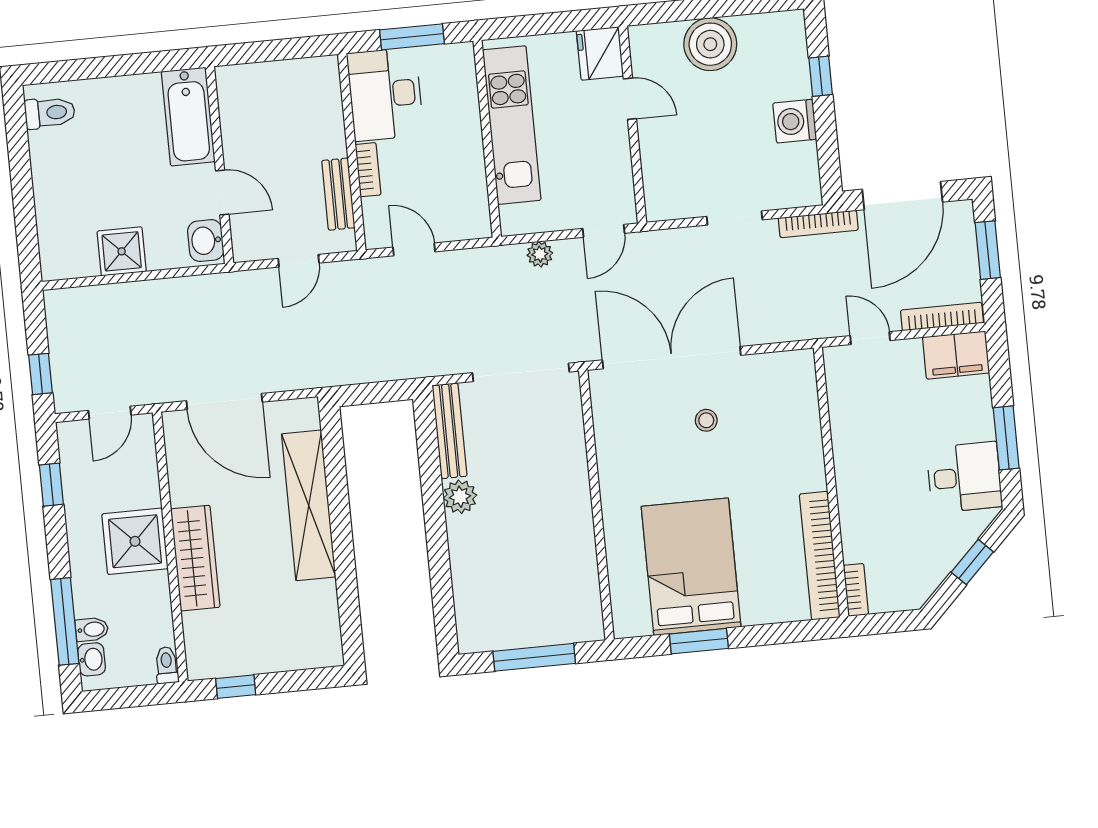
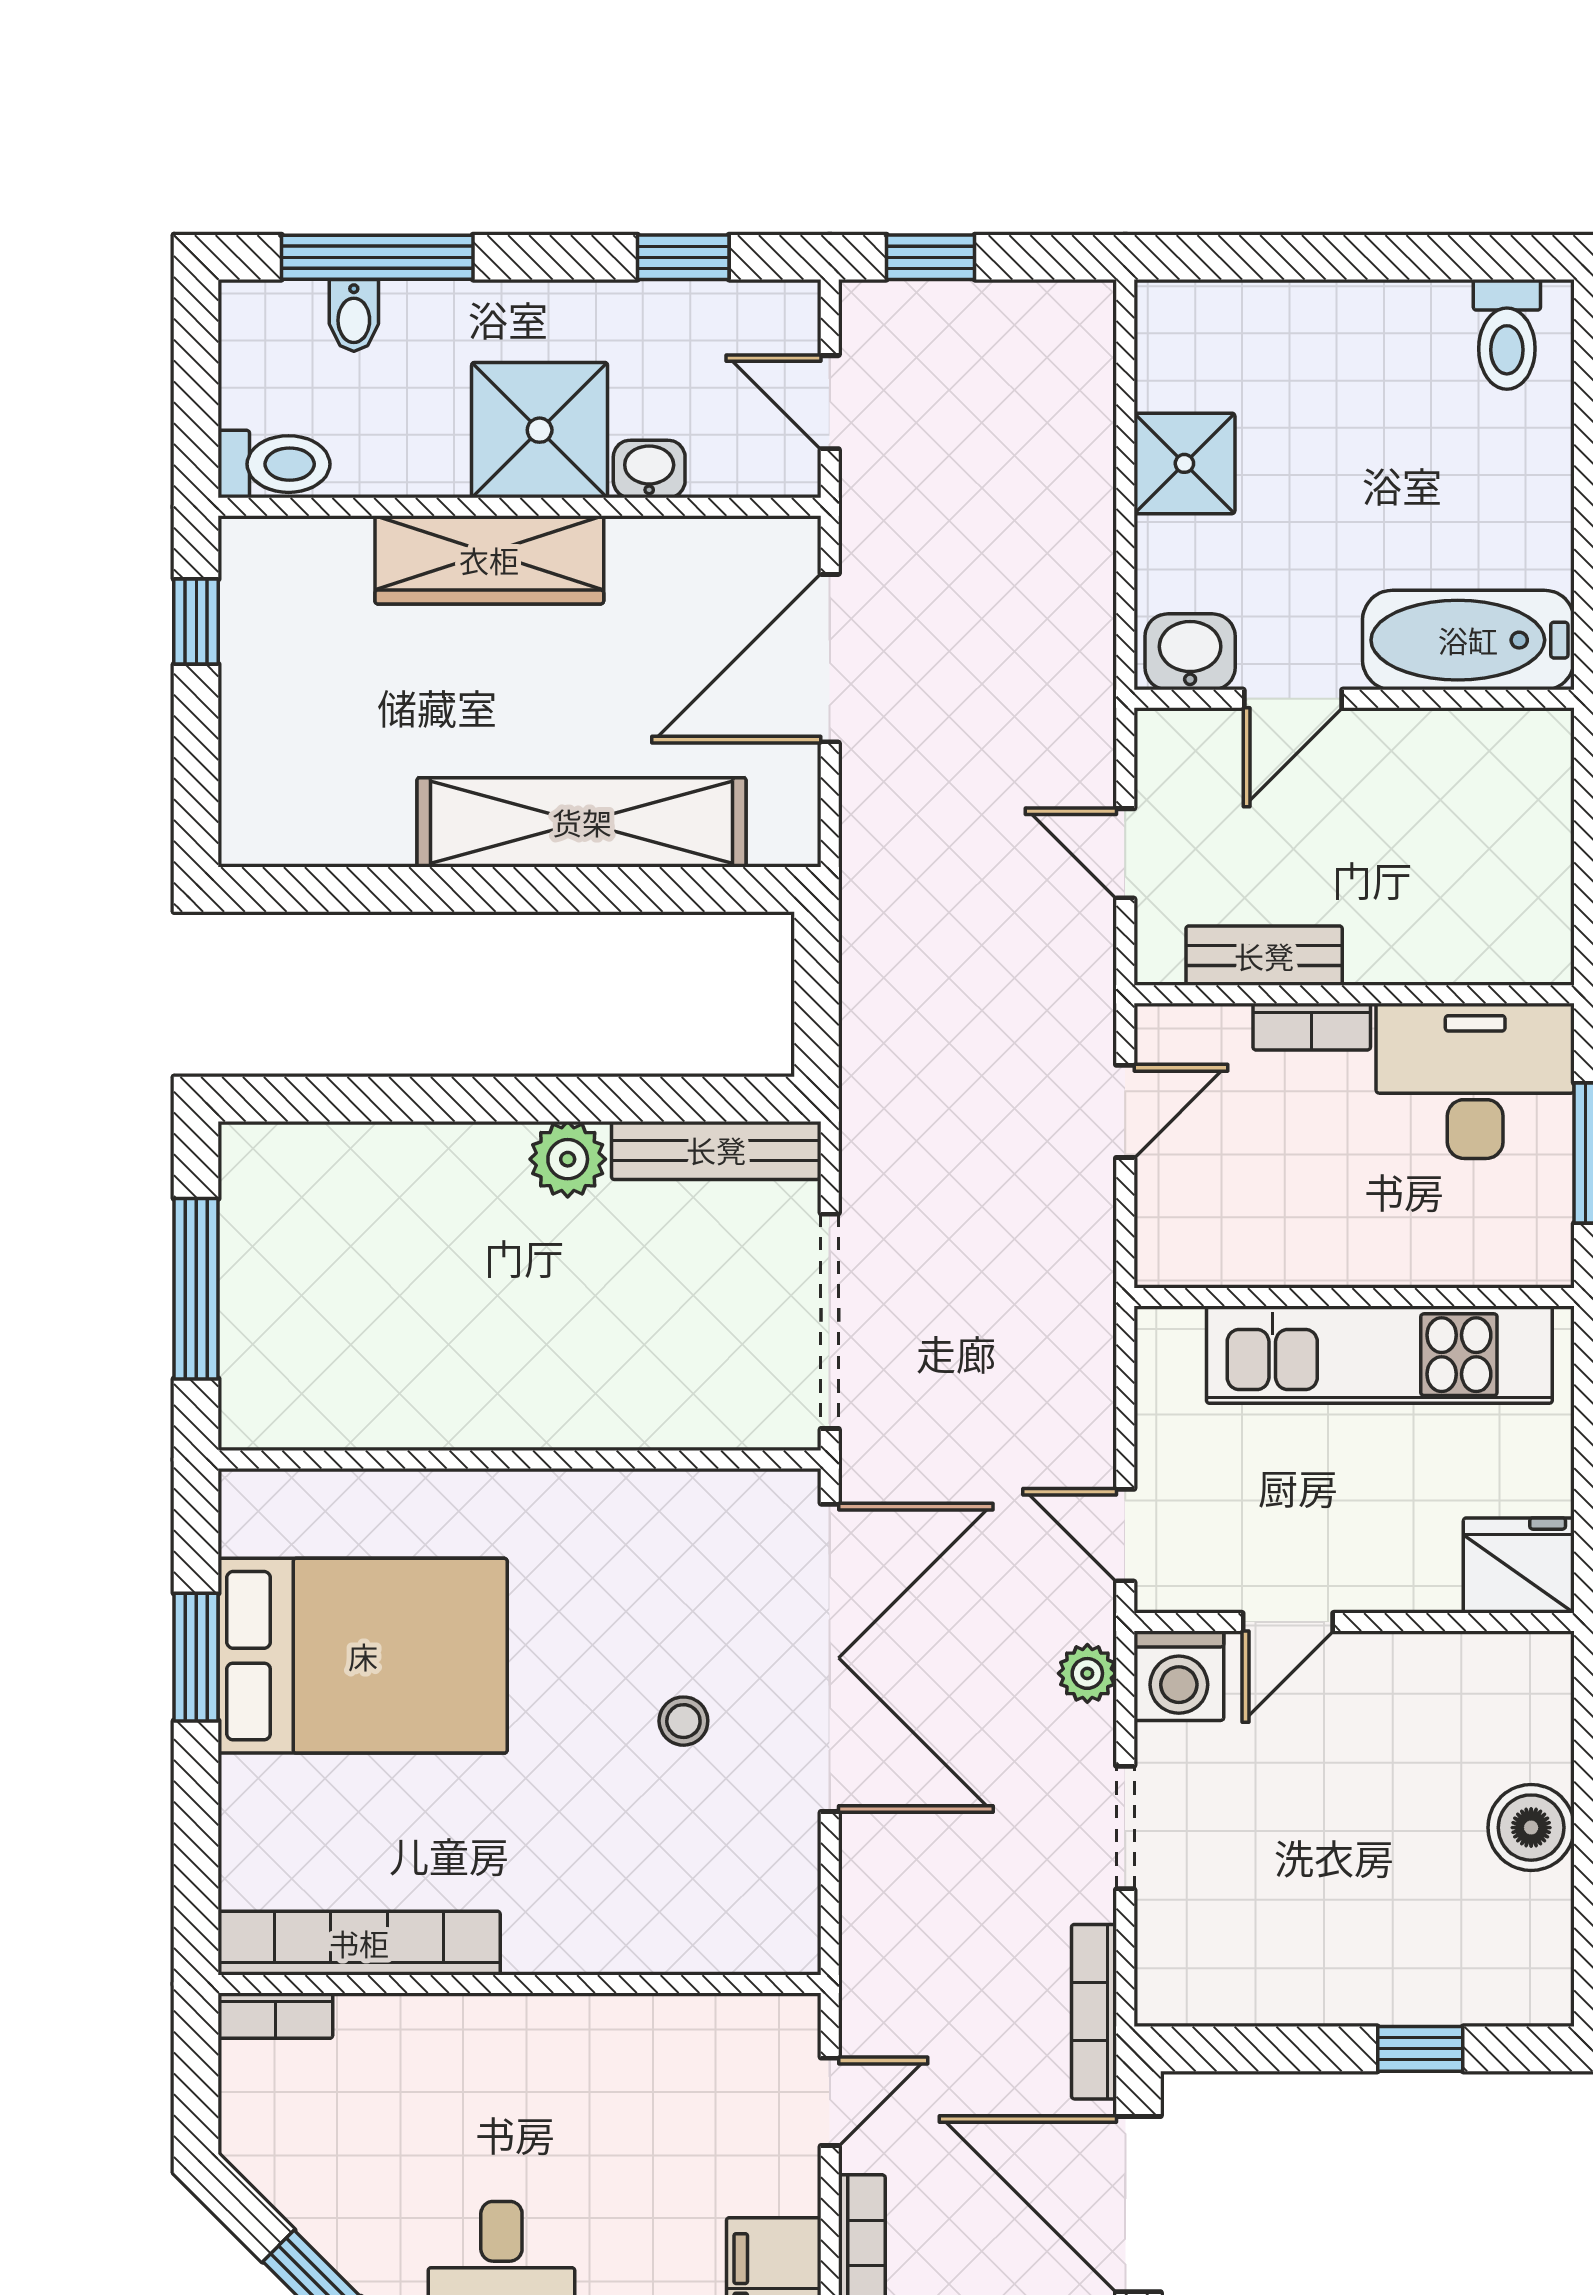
boiler: (710, 44) -> (1531, 1828), width x0.73, depth x0.73
door: (630, 99) -> (1288, 1622), moved
washing machine: (795, 121) -> (1179, 1676), moved, turned 180
plant: (540, 254) -> (1087, 1673), moved
washbasin: (92, 659) -> (649, 469), moved, turned 180
toilet: (167, 665) -> (274, 464), width x1.37, depth x1.39

